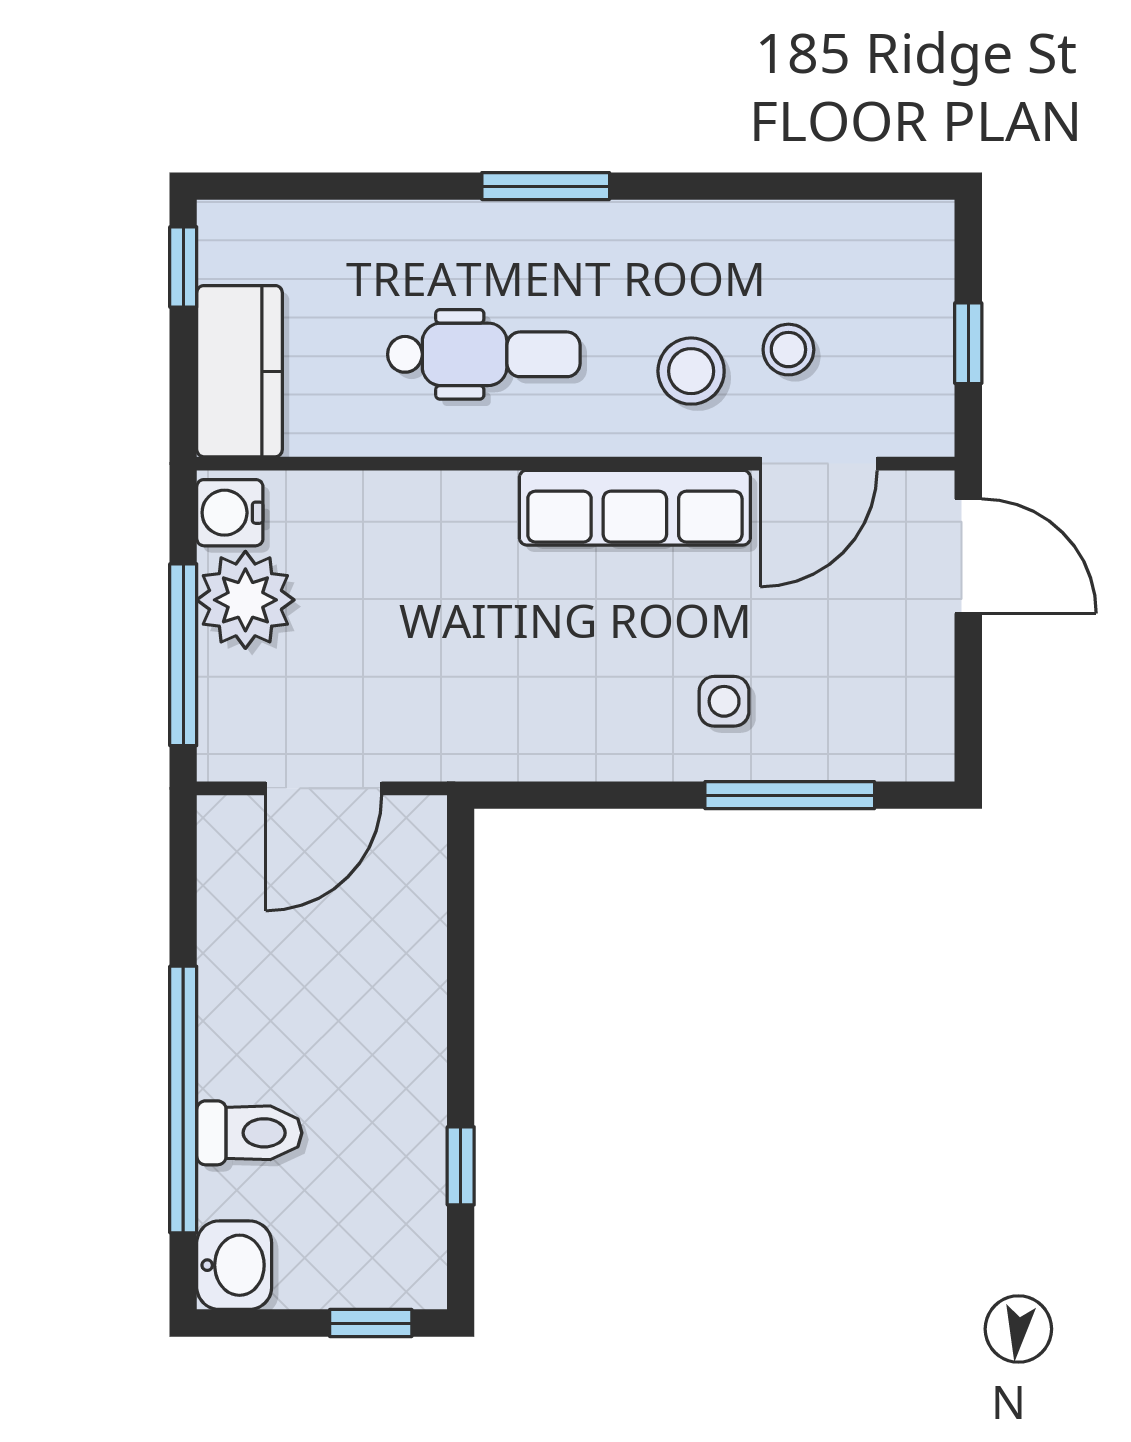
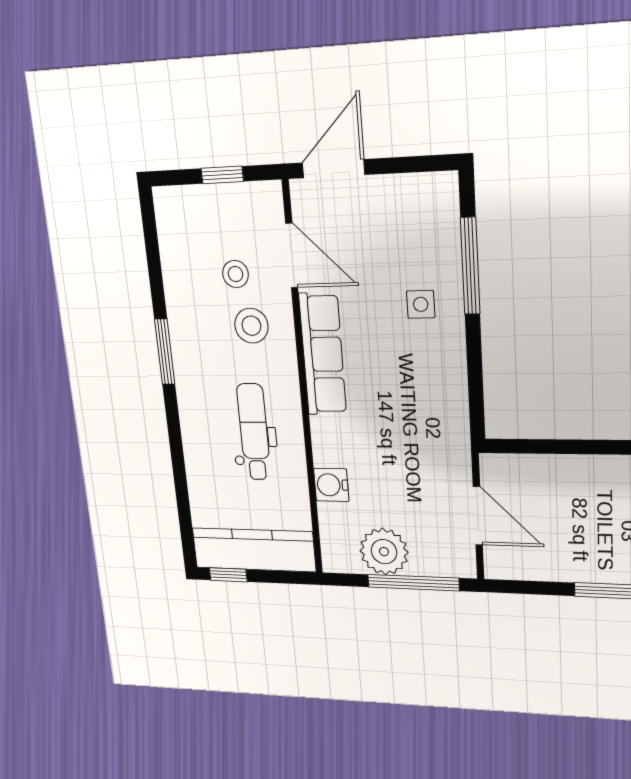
window: (546, 186) -> (165, 352), moved
kitchen counter: (240, 371) -> (254, 550), width x1.50
water cooler: (230, 513) -> (331, 485), moved, turned 90

